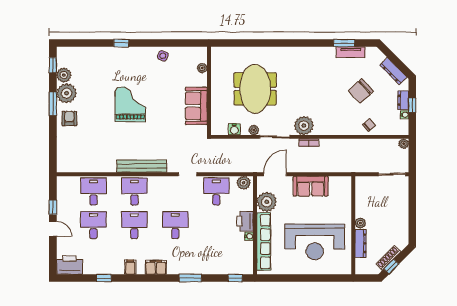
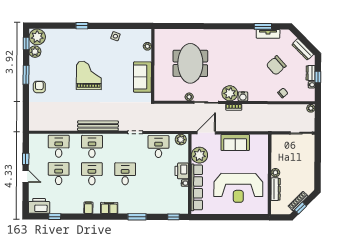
plant: (67, 93) -> (37, 37), moved
water cooler: (234, 129) -> (243, 96), moved
window: (104, 278) -> (55, 217), moved

